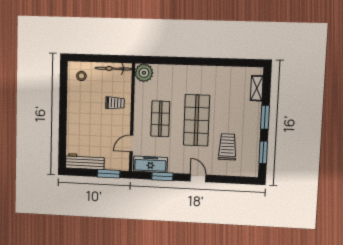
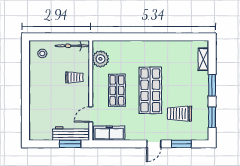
plant: (144, 73) -> (100, 59), moved
trolley: (227, 147) -> (179, 114), turned -90
workbench: (85, 162) -> (71, 134), moved
window: (162, 176) -> (181, 144), moved
door: (198, 178) -> (154, 144), swing flipped

